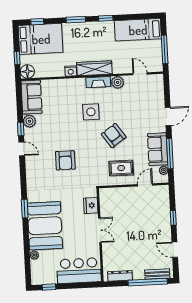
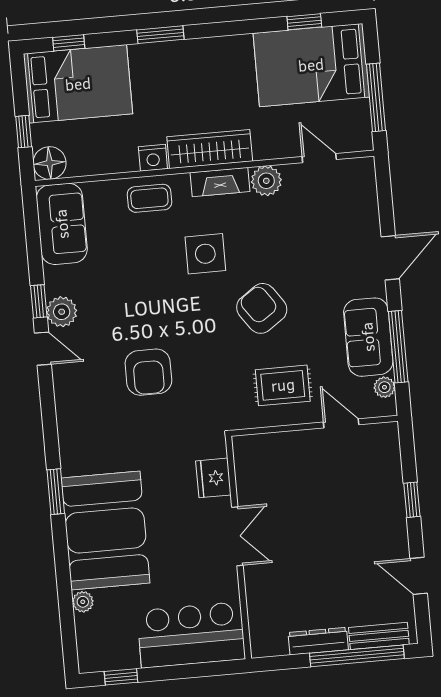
window: (106, 18) -> (304, 22), moved
bed: (138, 30) -> (311, 65), width x1.50
coffee table: (69, 88) -> (149, 198), added
plant: (29, 121) -> (62, 312), moved
door: (145, 185) -> (341, 423), hinge flipped
dresser: (120, 276) -> (318, 641), moved

